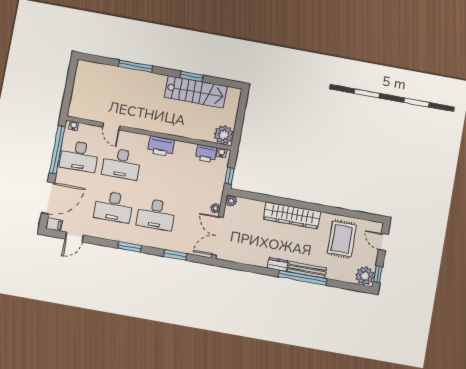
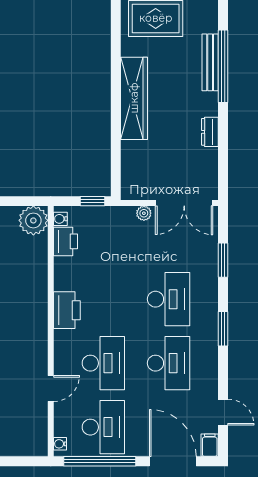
plant: (231, 201) -> (129, 192), removed
dresser: (278, 264) -> (210, 132), moved

